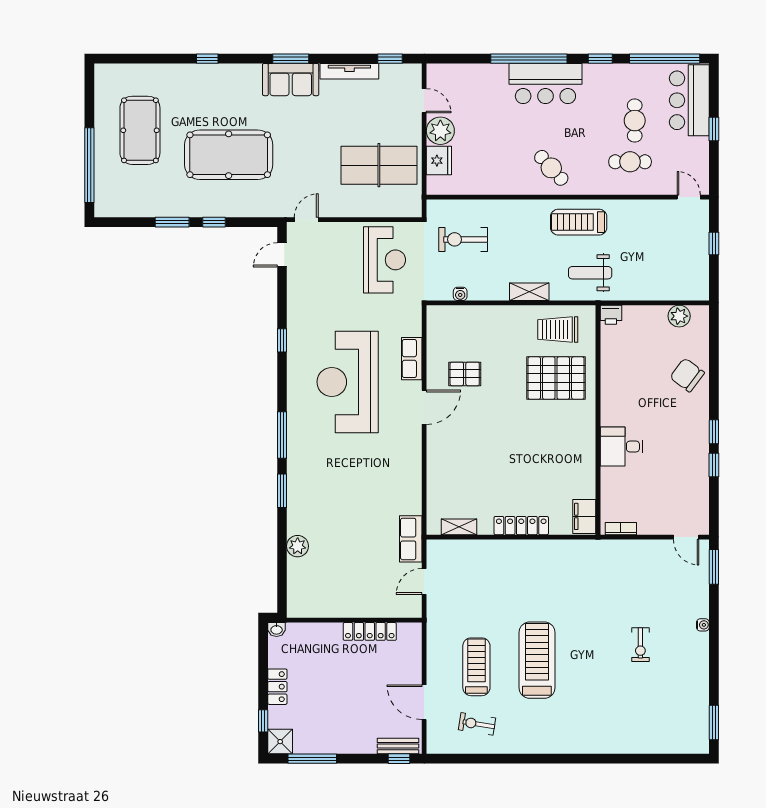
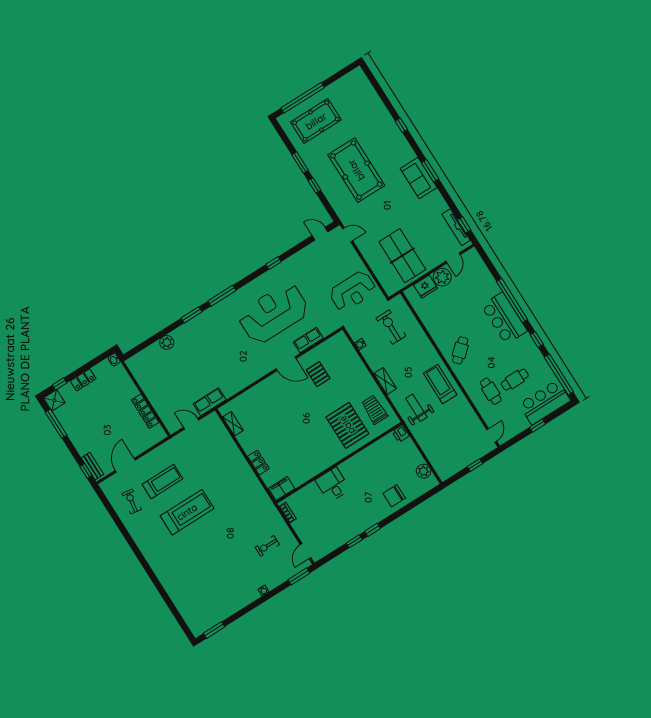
tv unit: (349, 71) -> (456, 227), moved
pool table: (140, 130) -> (316, 121), moved
chair: (687, 375) -> (394, 496), turned -127
locker: (521, 526) -> (258, 462), width x0.66
exercise bike: (640, 645) -> (267, 546), moved

